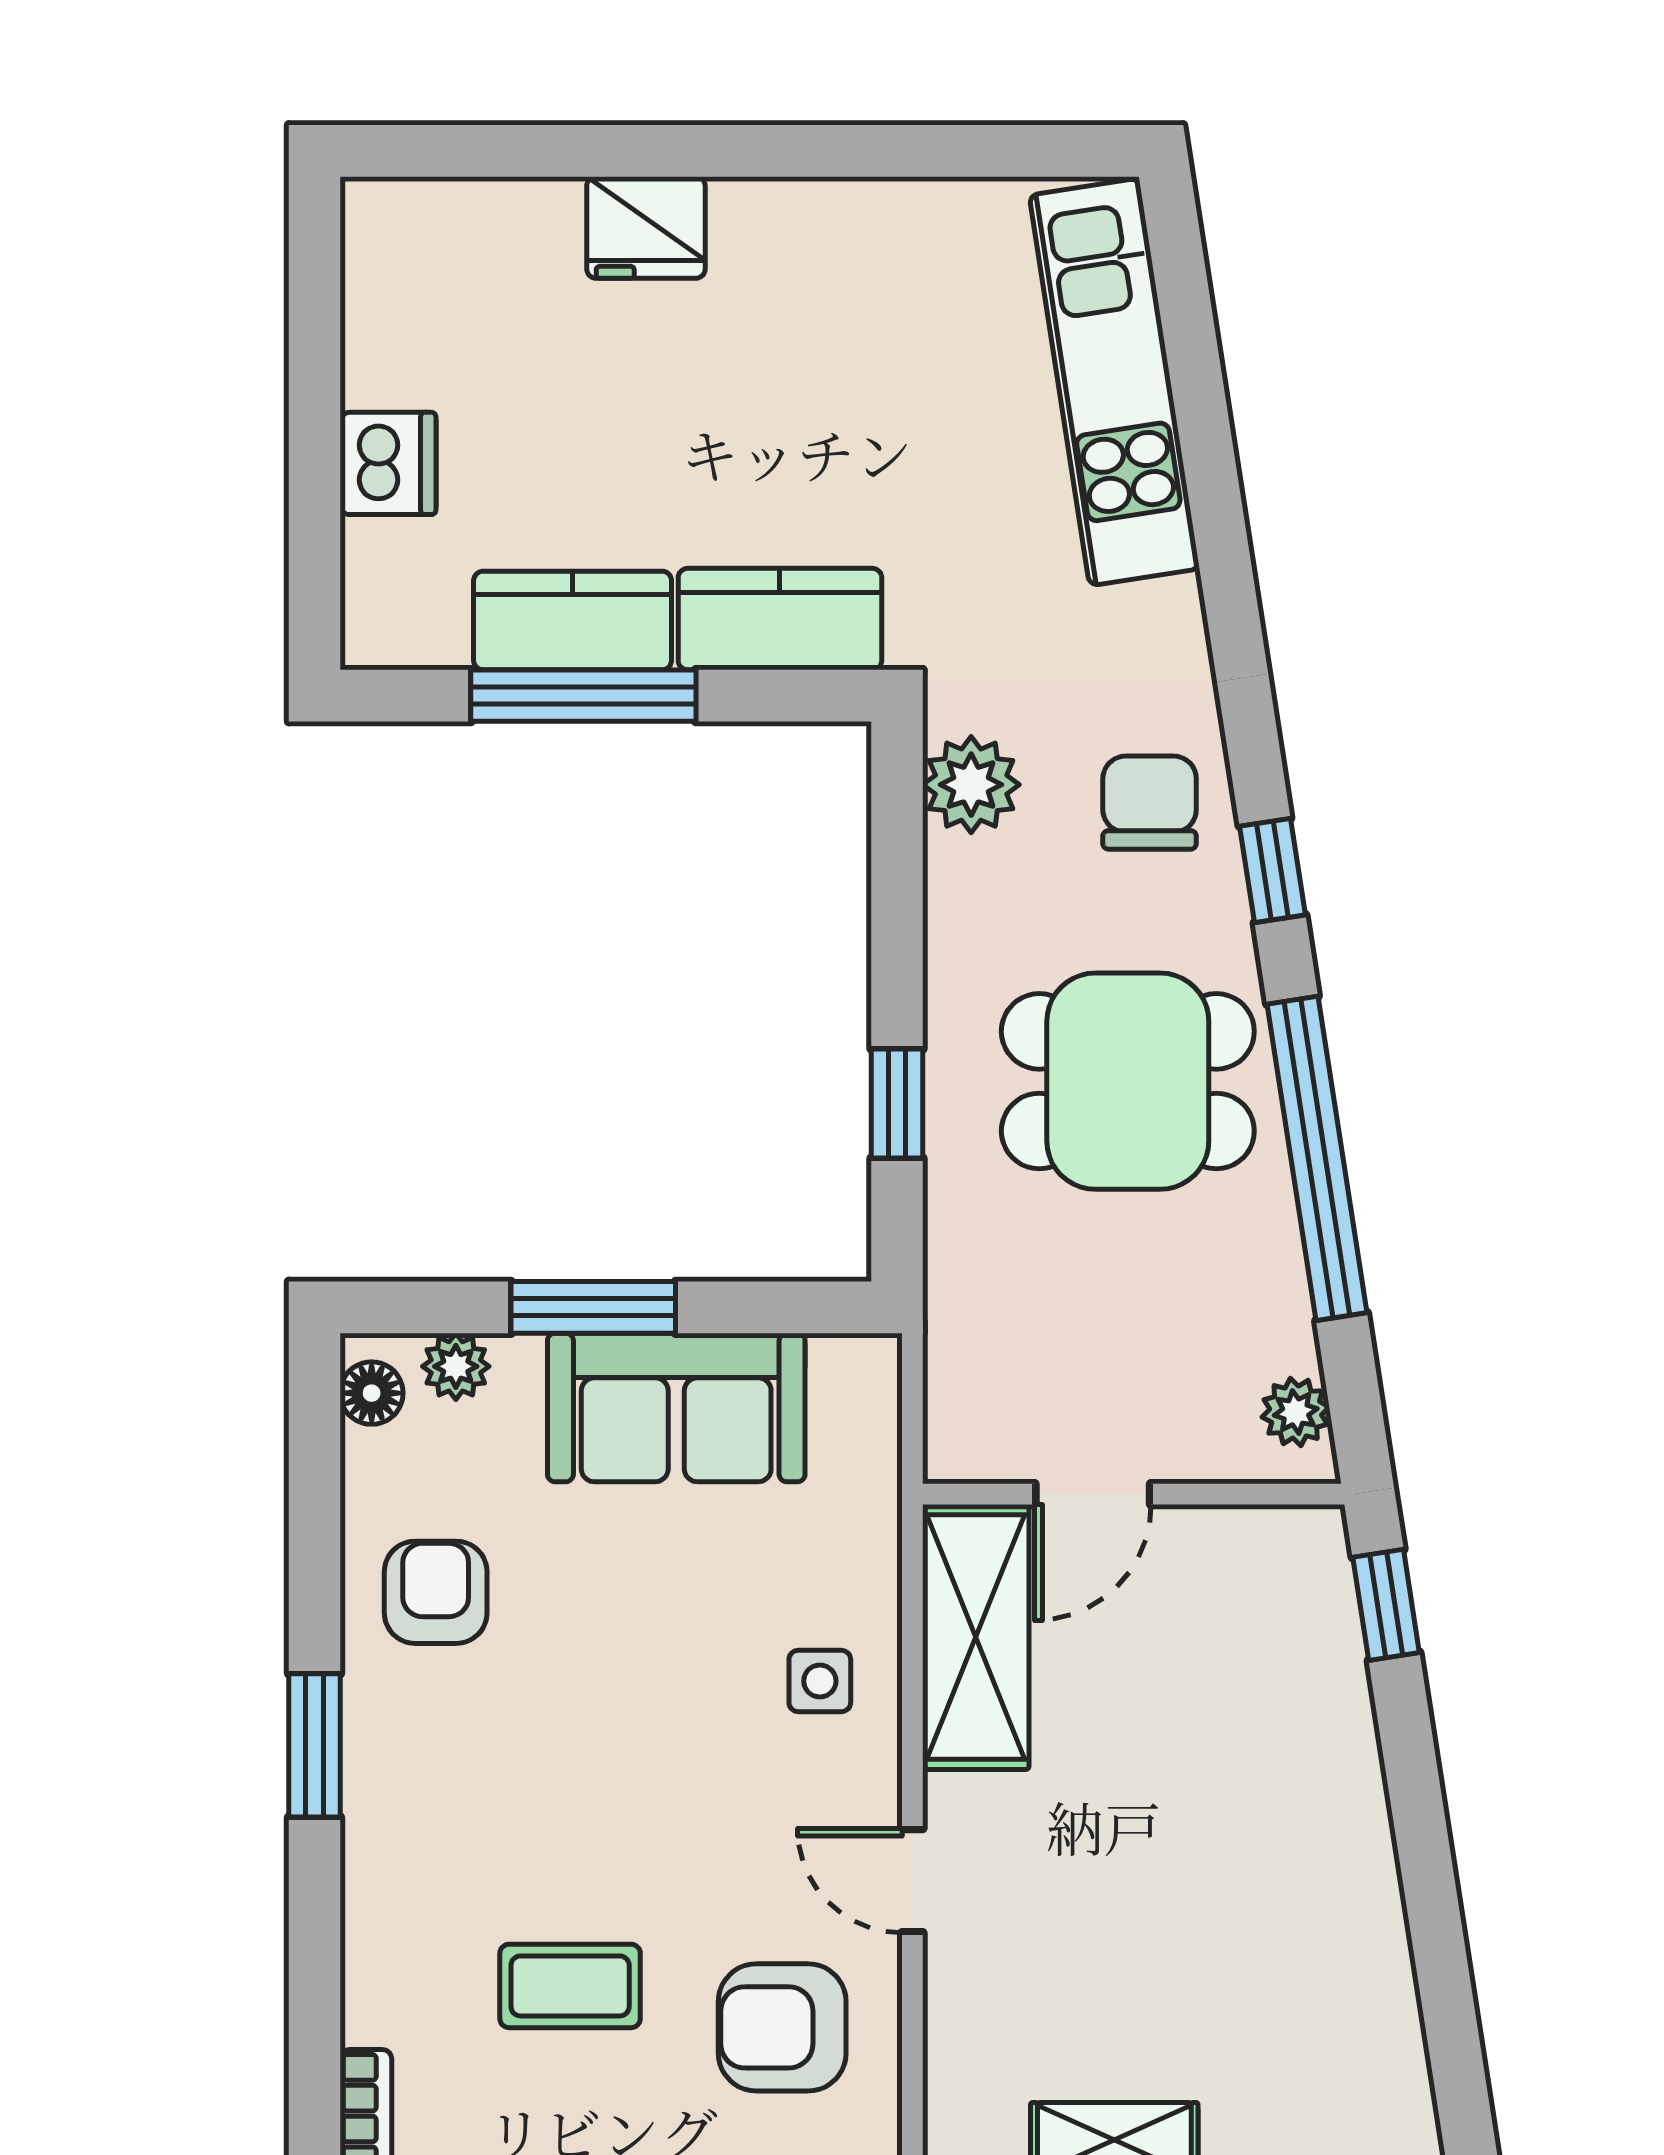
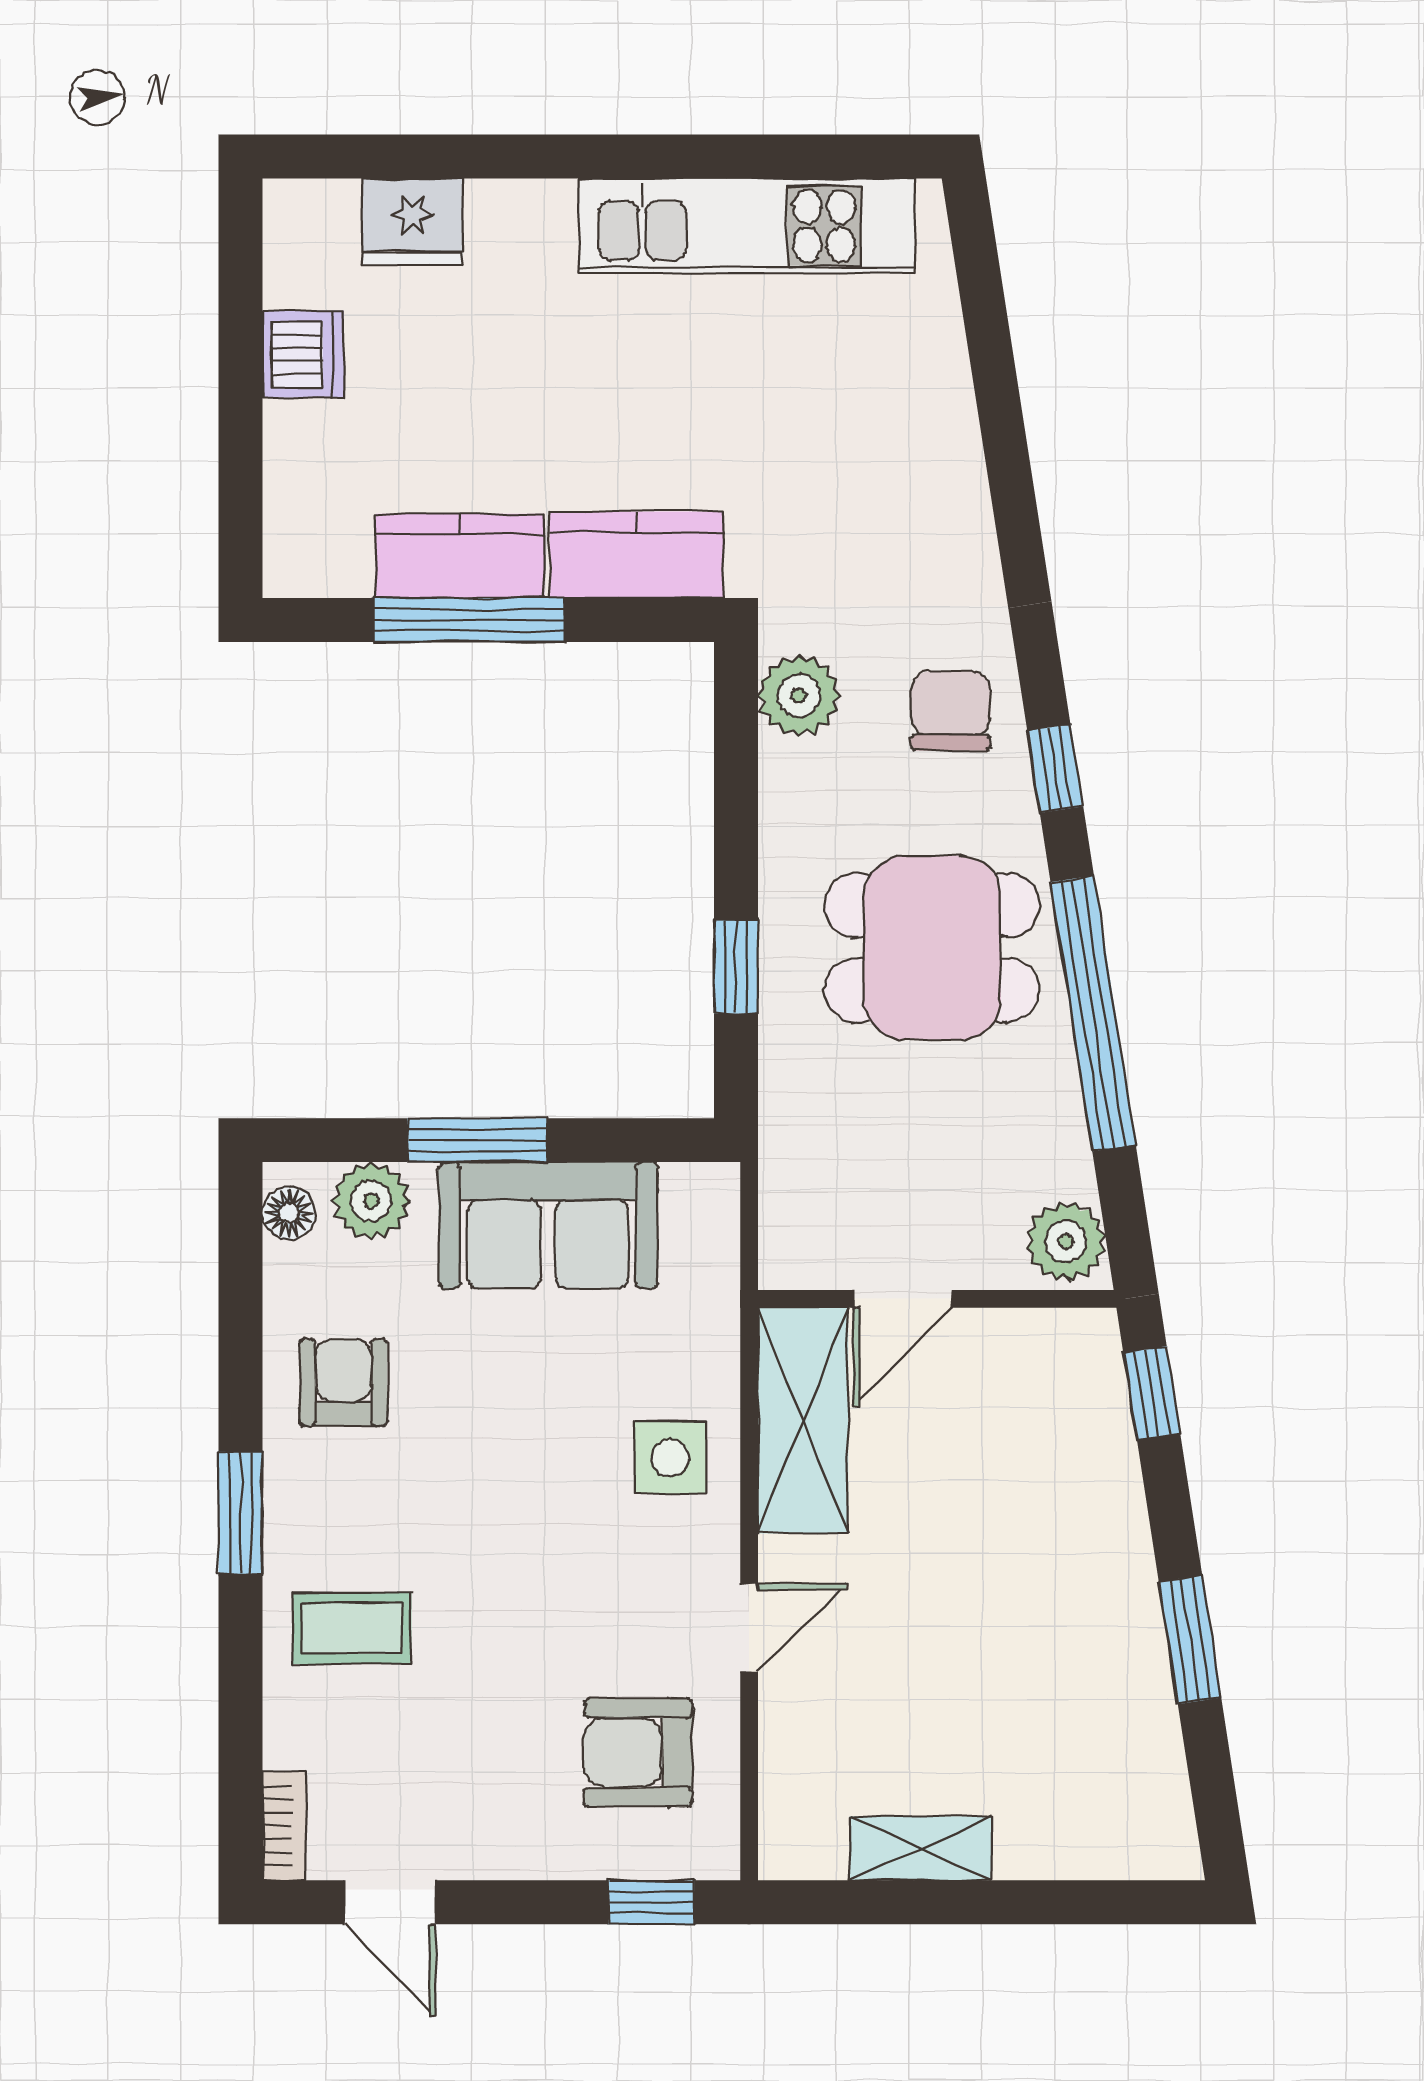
fridge: (646, 227) -> (412, 222), moved
kitchen unit: (1114, 382) -> (747, 226), moved, turned -81
dishwasher: (388, 463) -> (303, 354), moved
plant: (456, 1366) -> (371, 1201), width x1.38, depth x1.38
plant: (1296, 1412) -> (1066, 1242), width x1.38, depth x1.38
side table: (820, 1681) -> (670, 1458), width x1.37, depth x1.37
door: (912, 1881) -> (749, 1628), swing flipped
window: (1431, 1895) -> (1190, 1640), added
coffee table: (570, 1986) -> (352, 1628), moved

